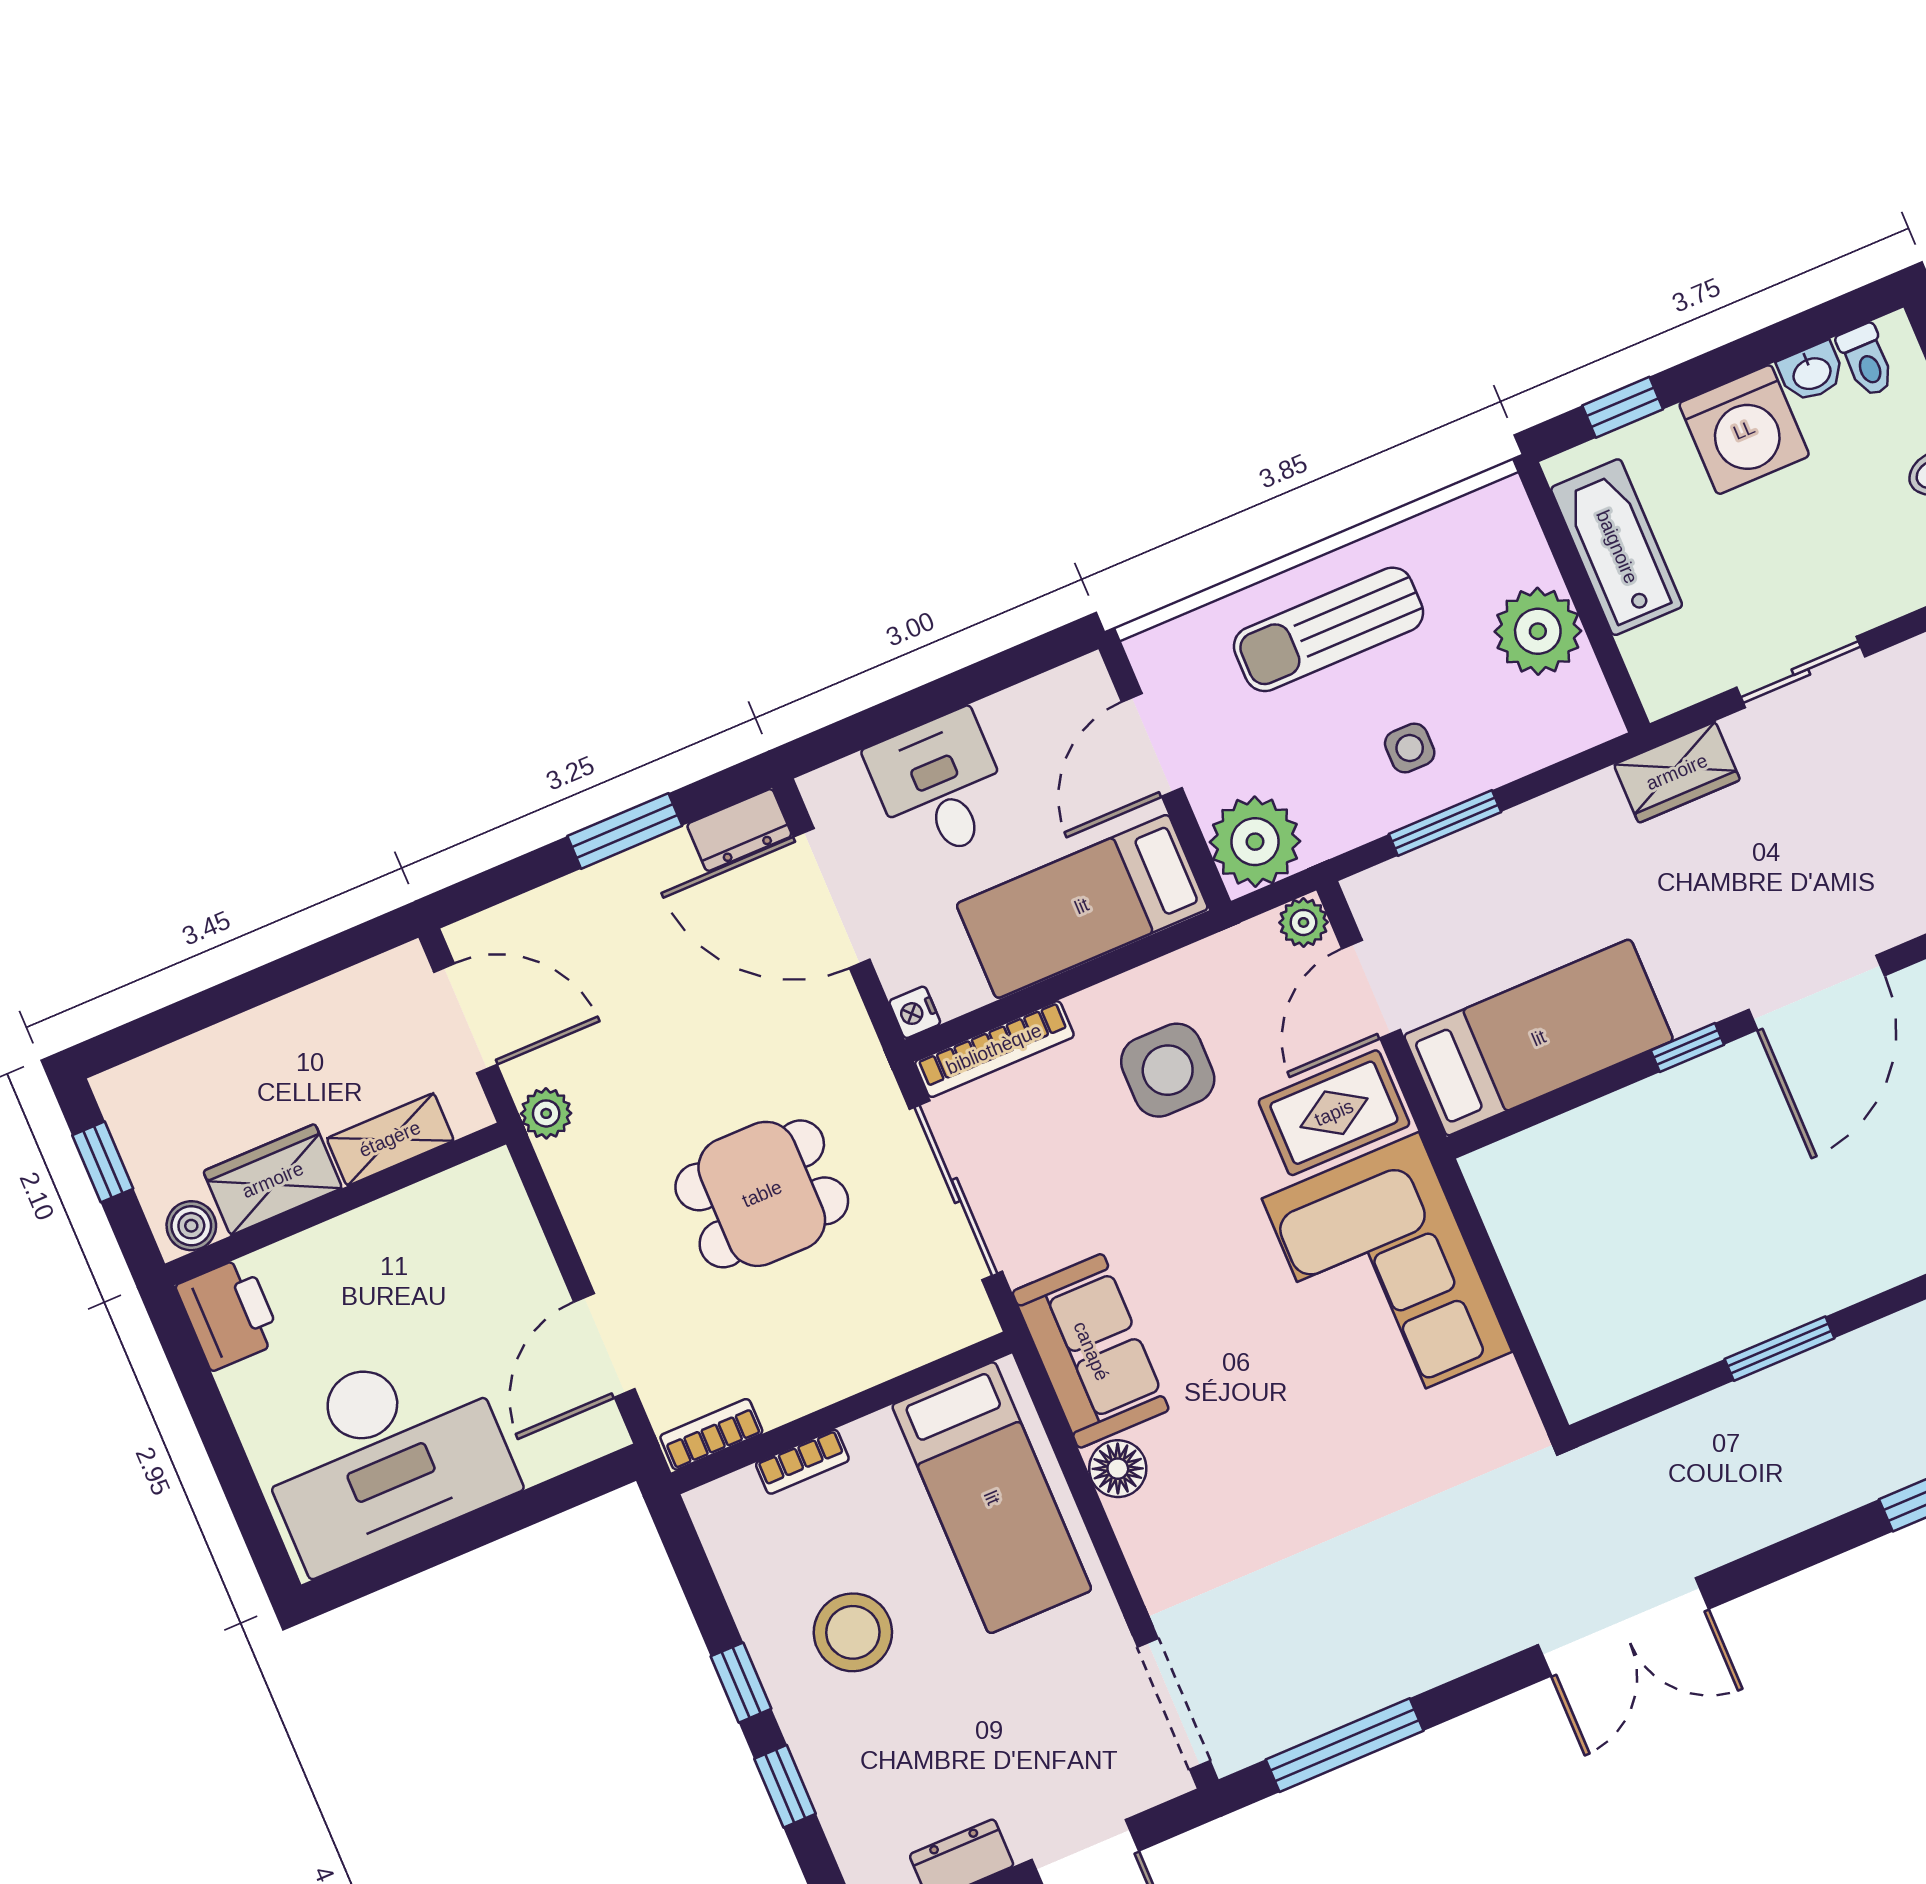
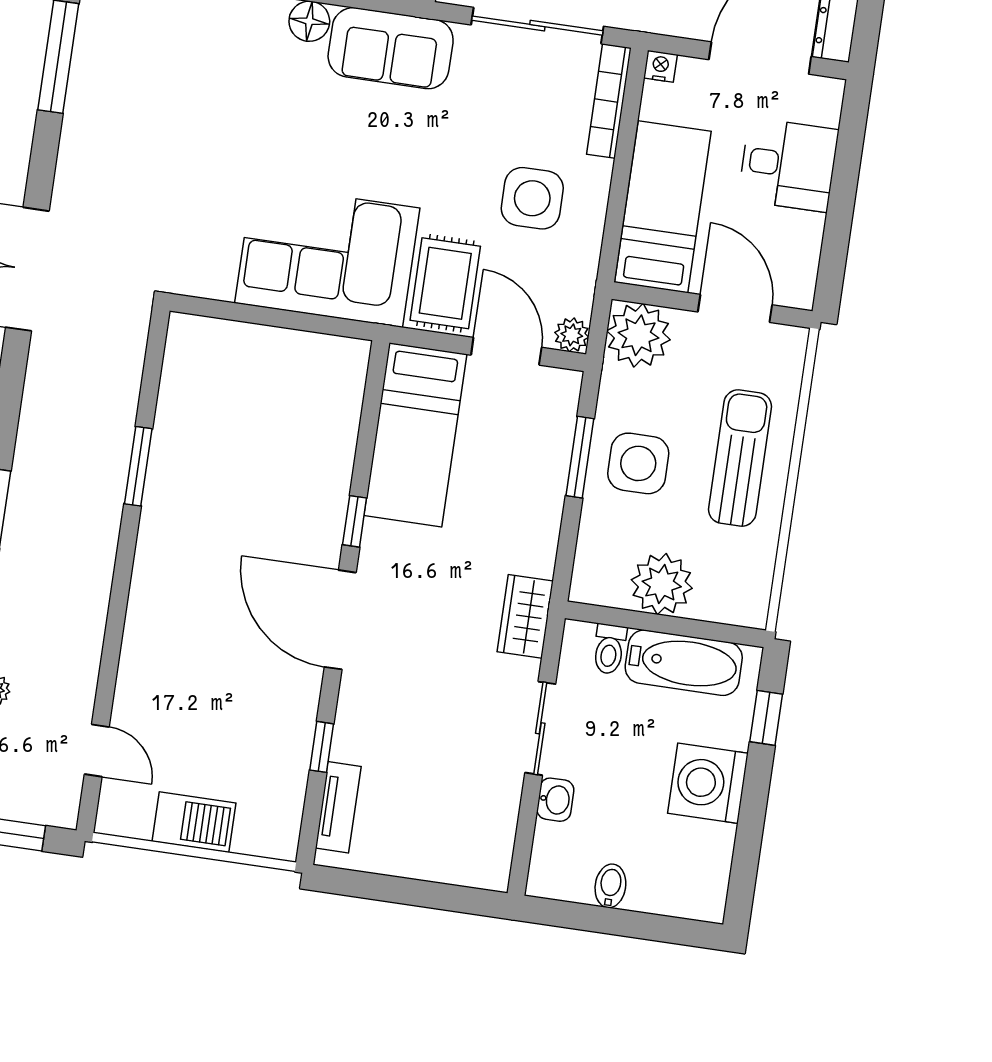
toilet: (1866, 360) -> (609, 649), moved, turned -90
washbasin: (1811, 372) -> (555, 800), moved, turned 180
side table: (1410, 748) -> (638, 463), width x1.87, depth x1.87

